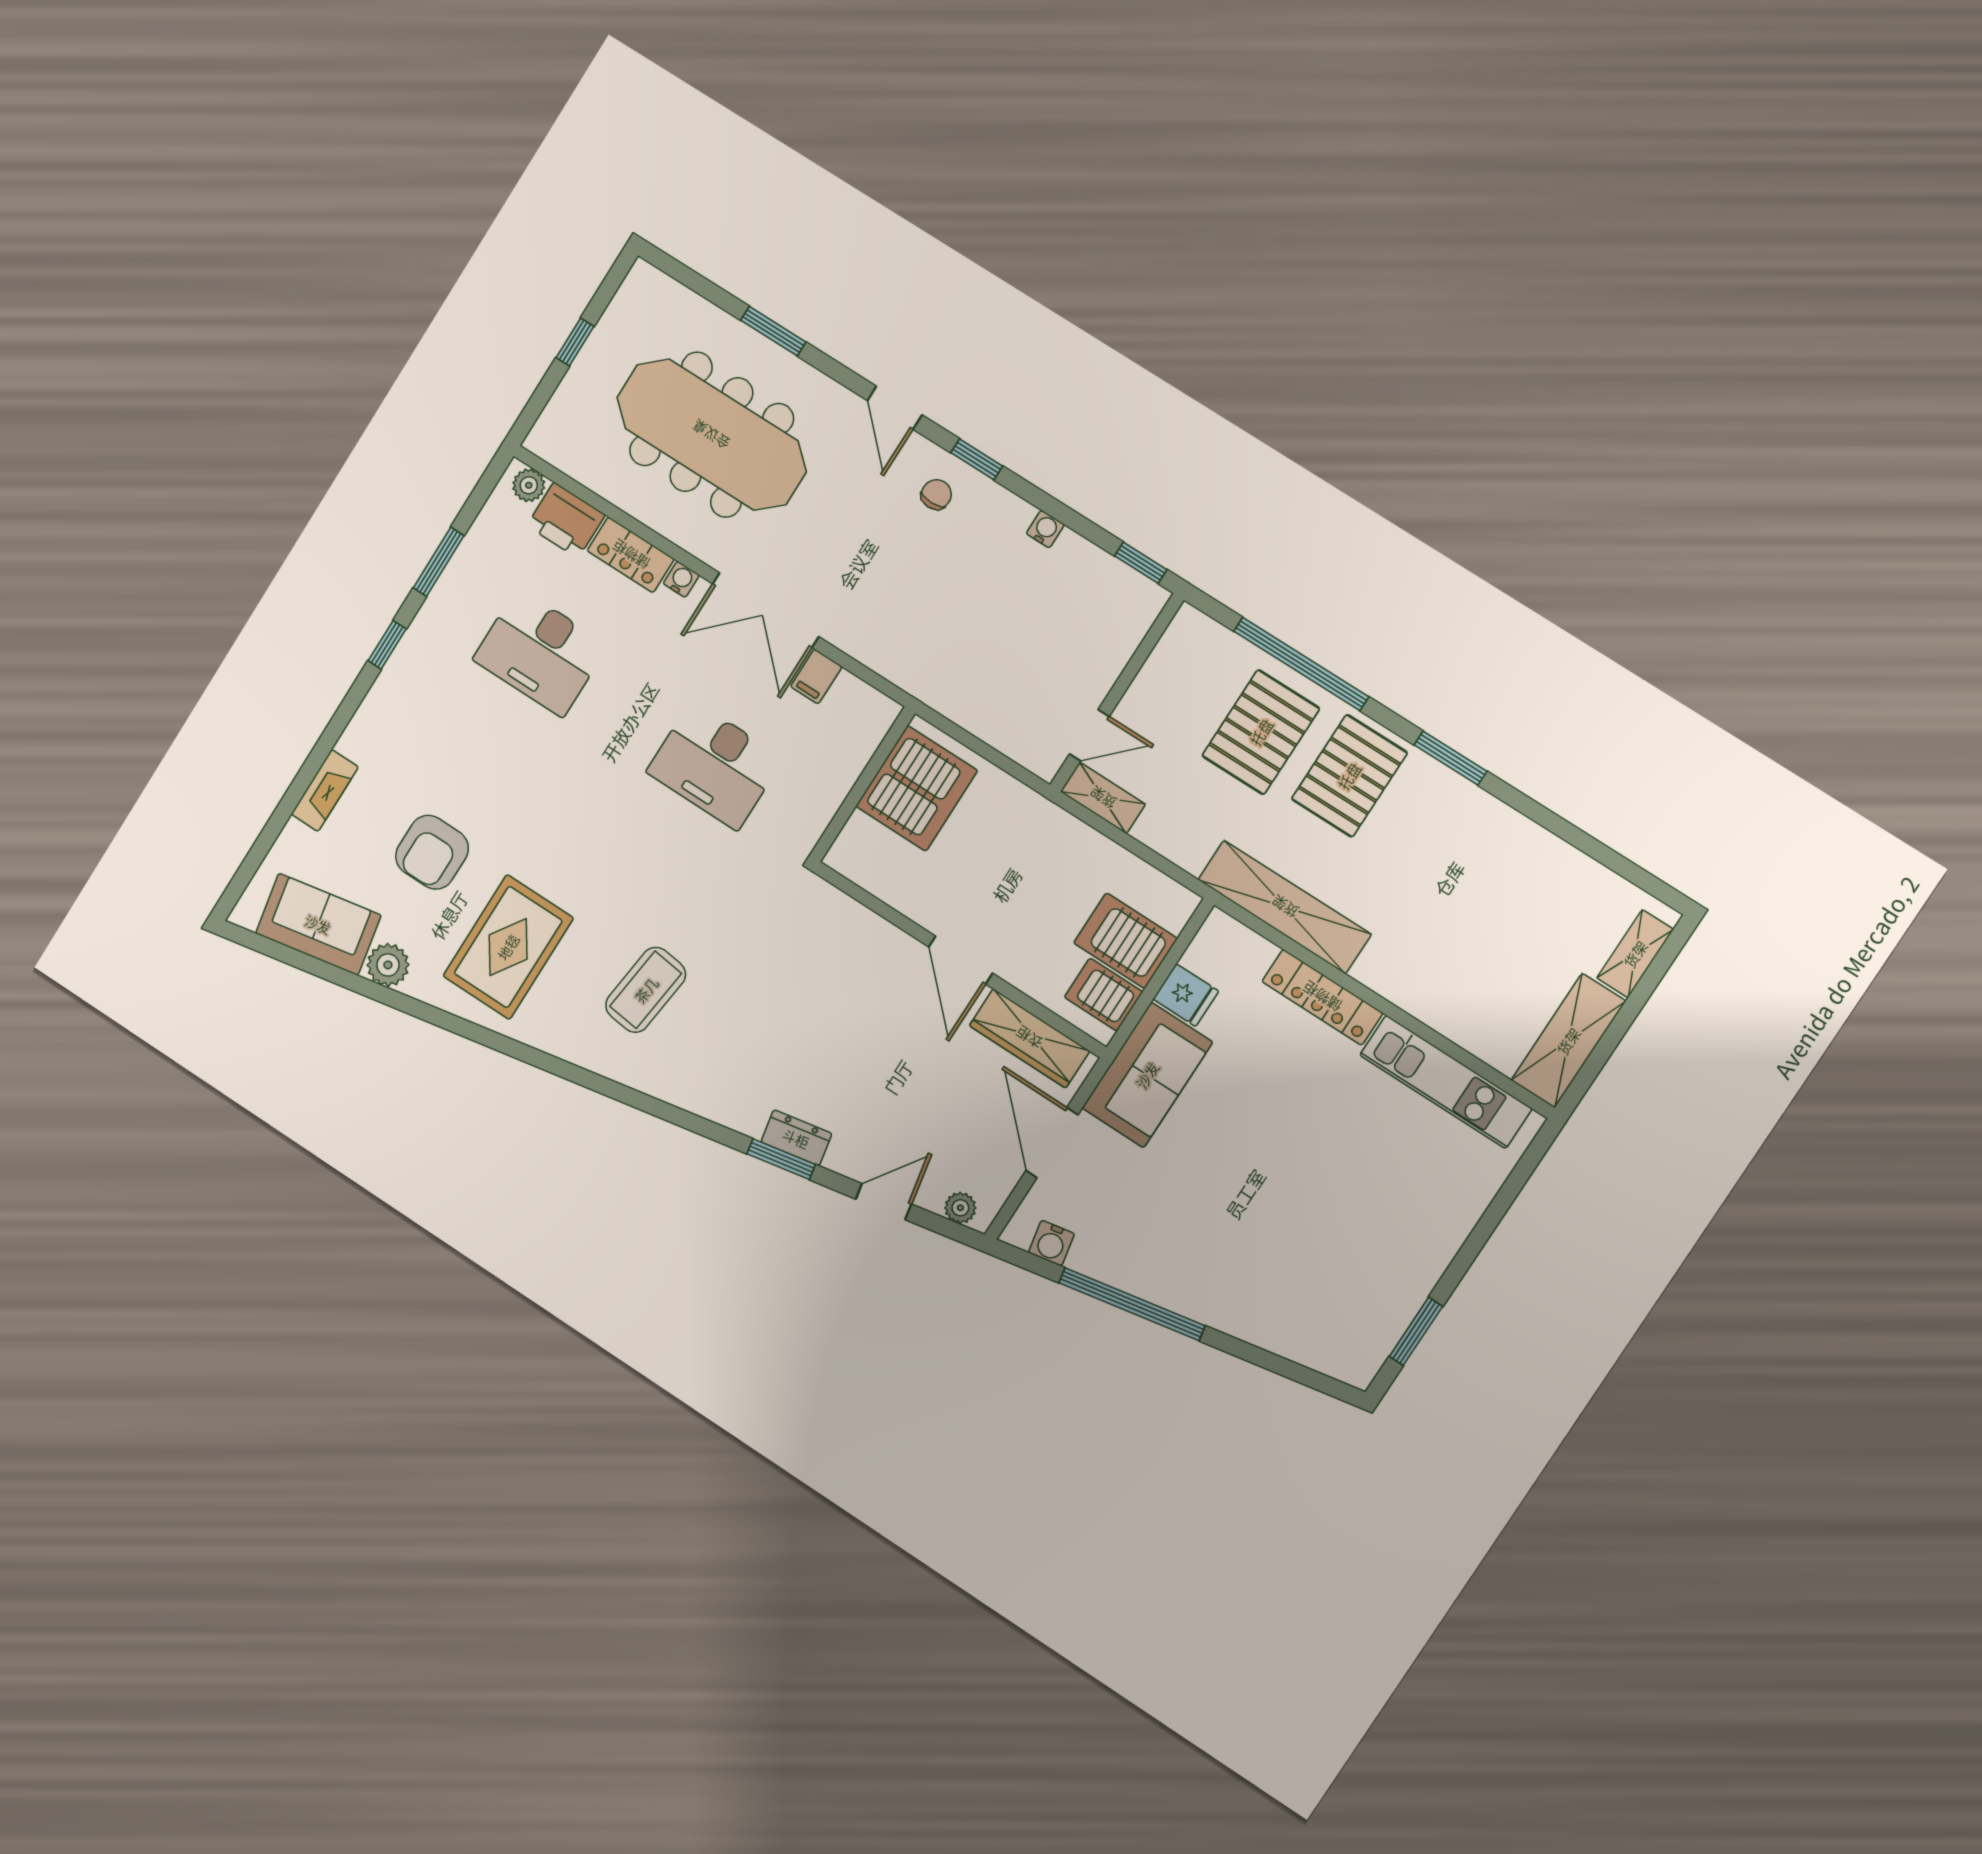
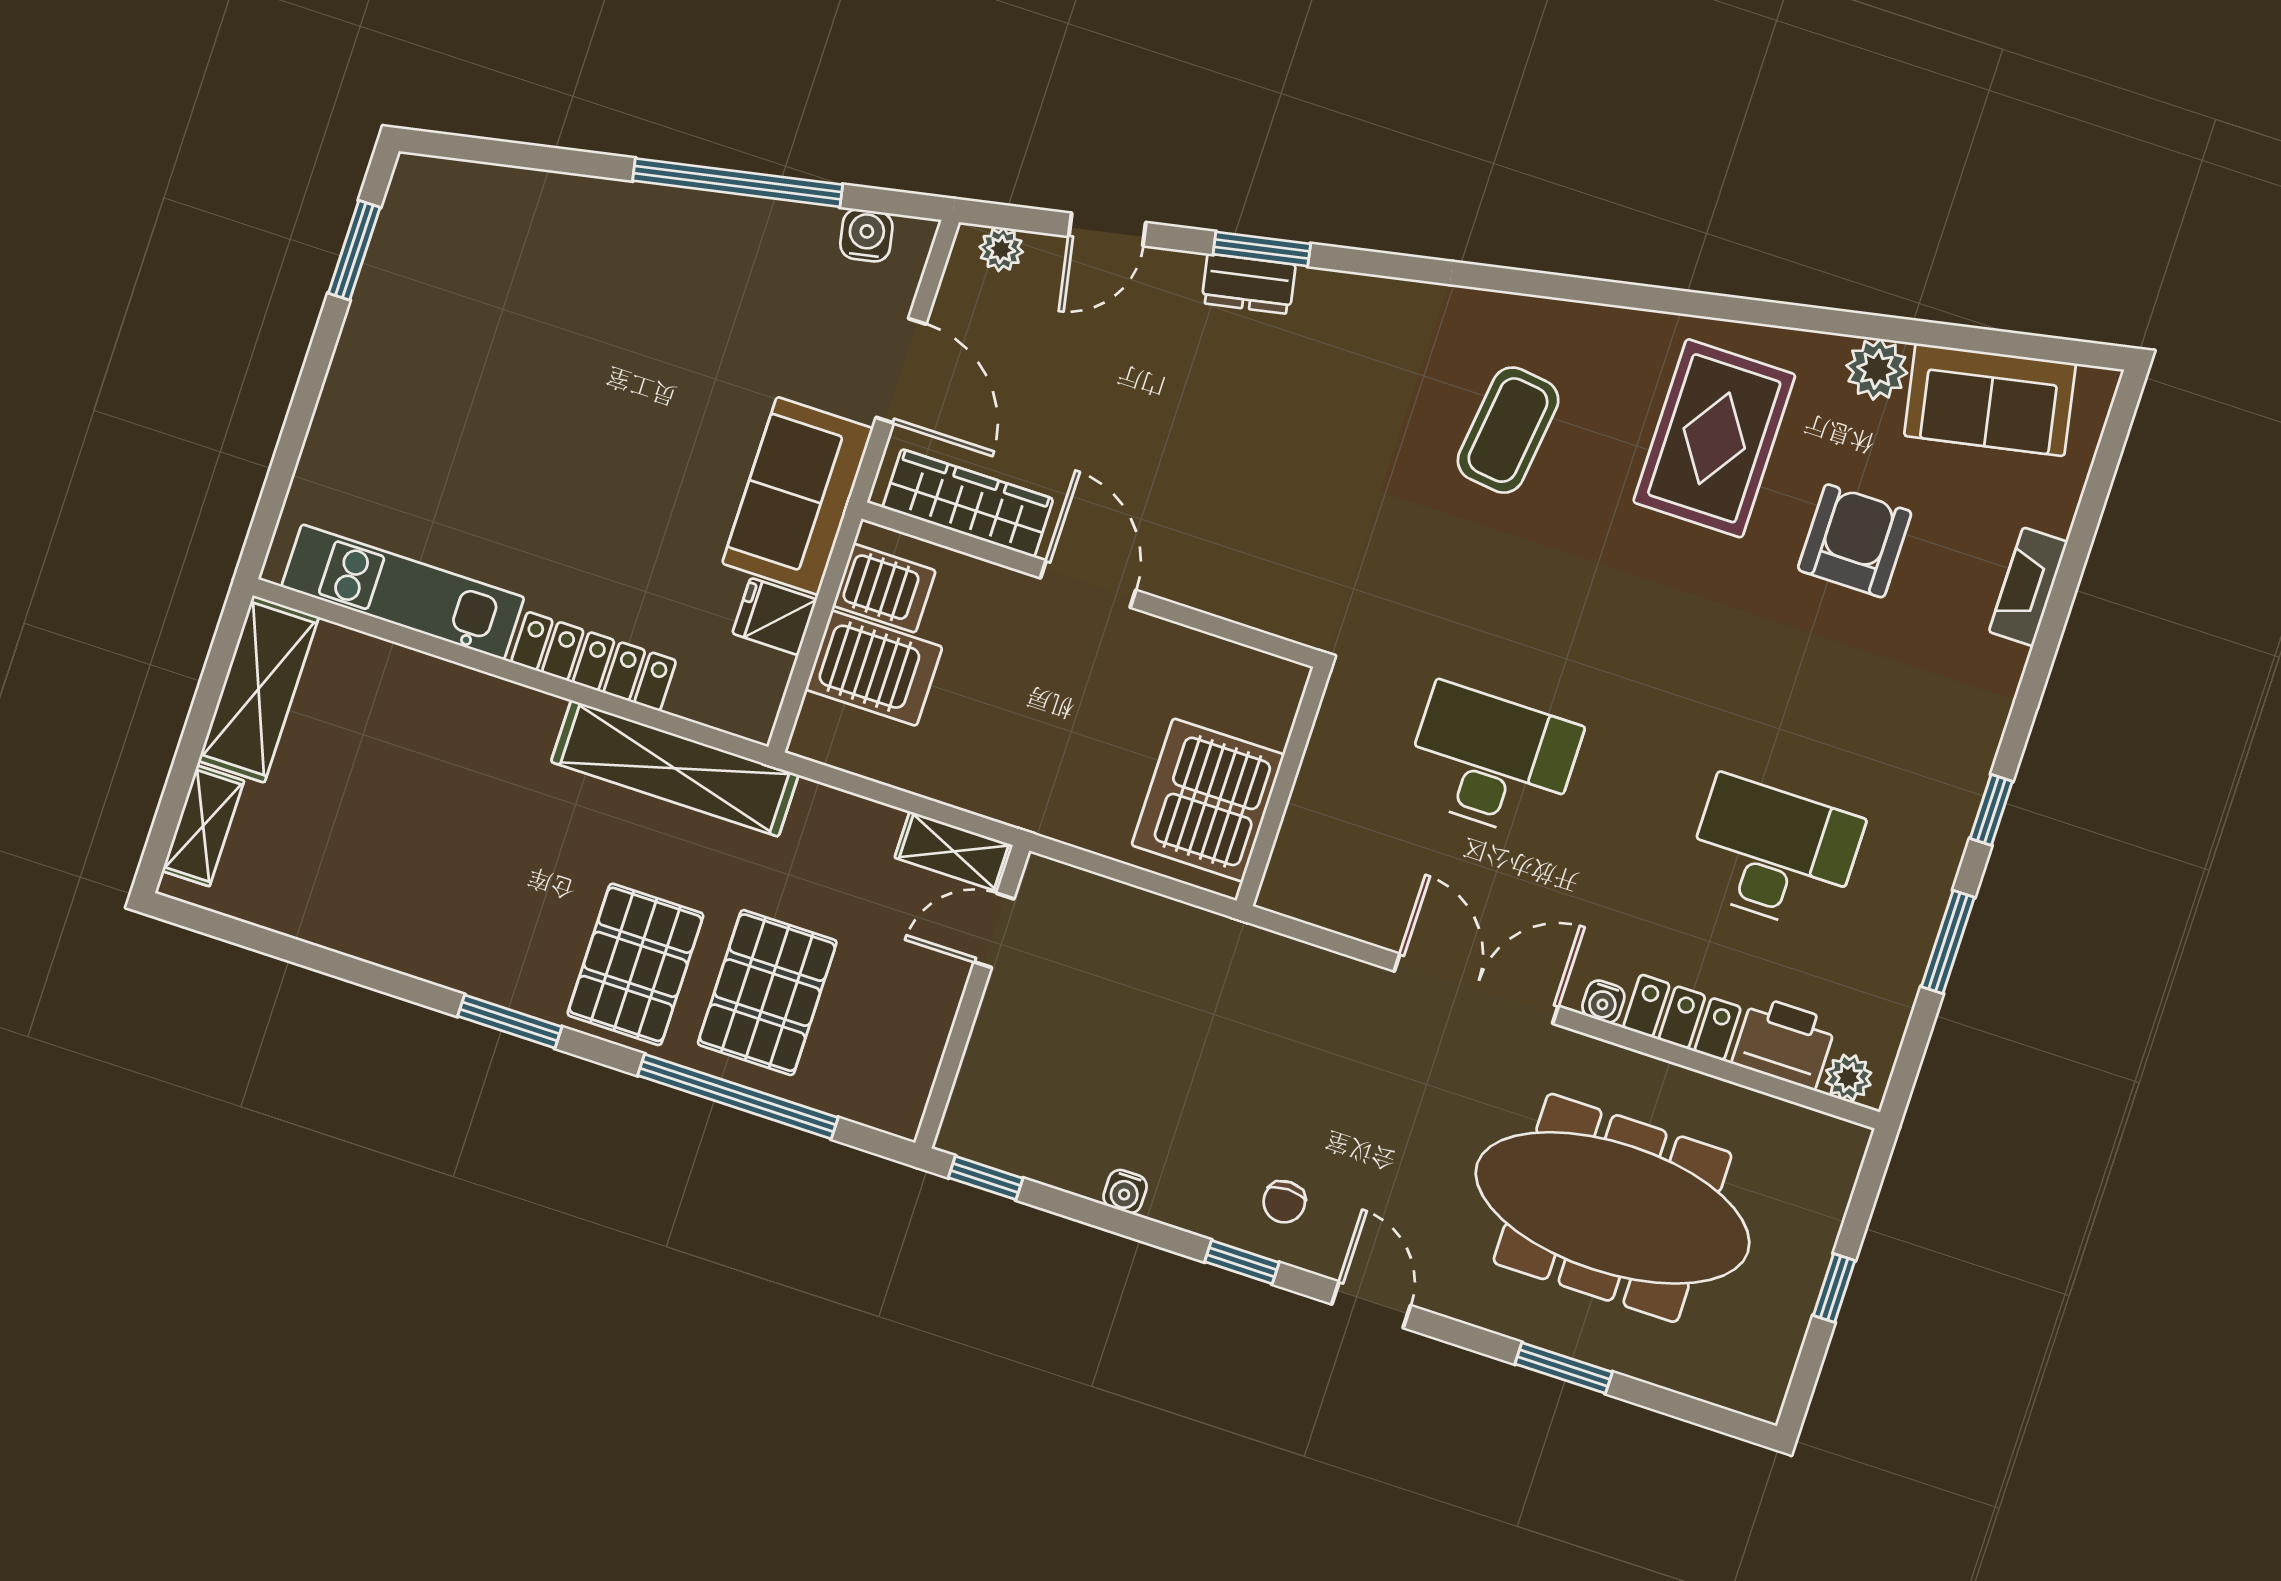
filing cabinet: (816, 676) -> (1384, 916), removed

